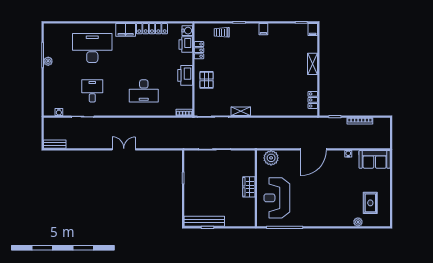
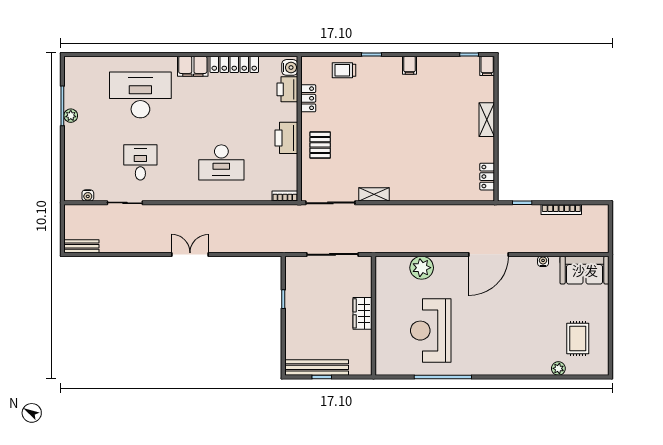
wardrobe: (249, 187) -> (363, 313), moved
wall: (256, 188) -> (374, 316), moved

